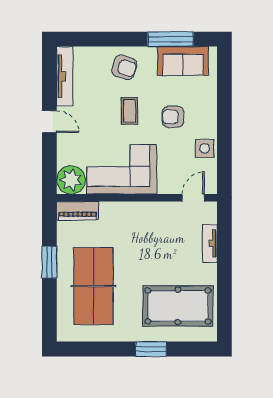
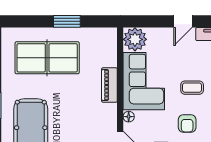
armchair: (173, 117) -> (187, 124), turned 180
floor lamp: (165, 187) -> (129, 117), added
piano: (78, 211) -> (109, 85), moved

